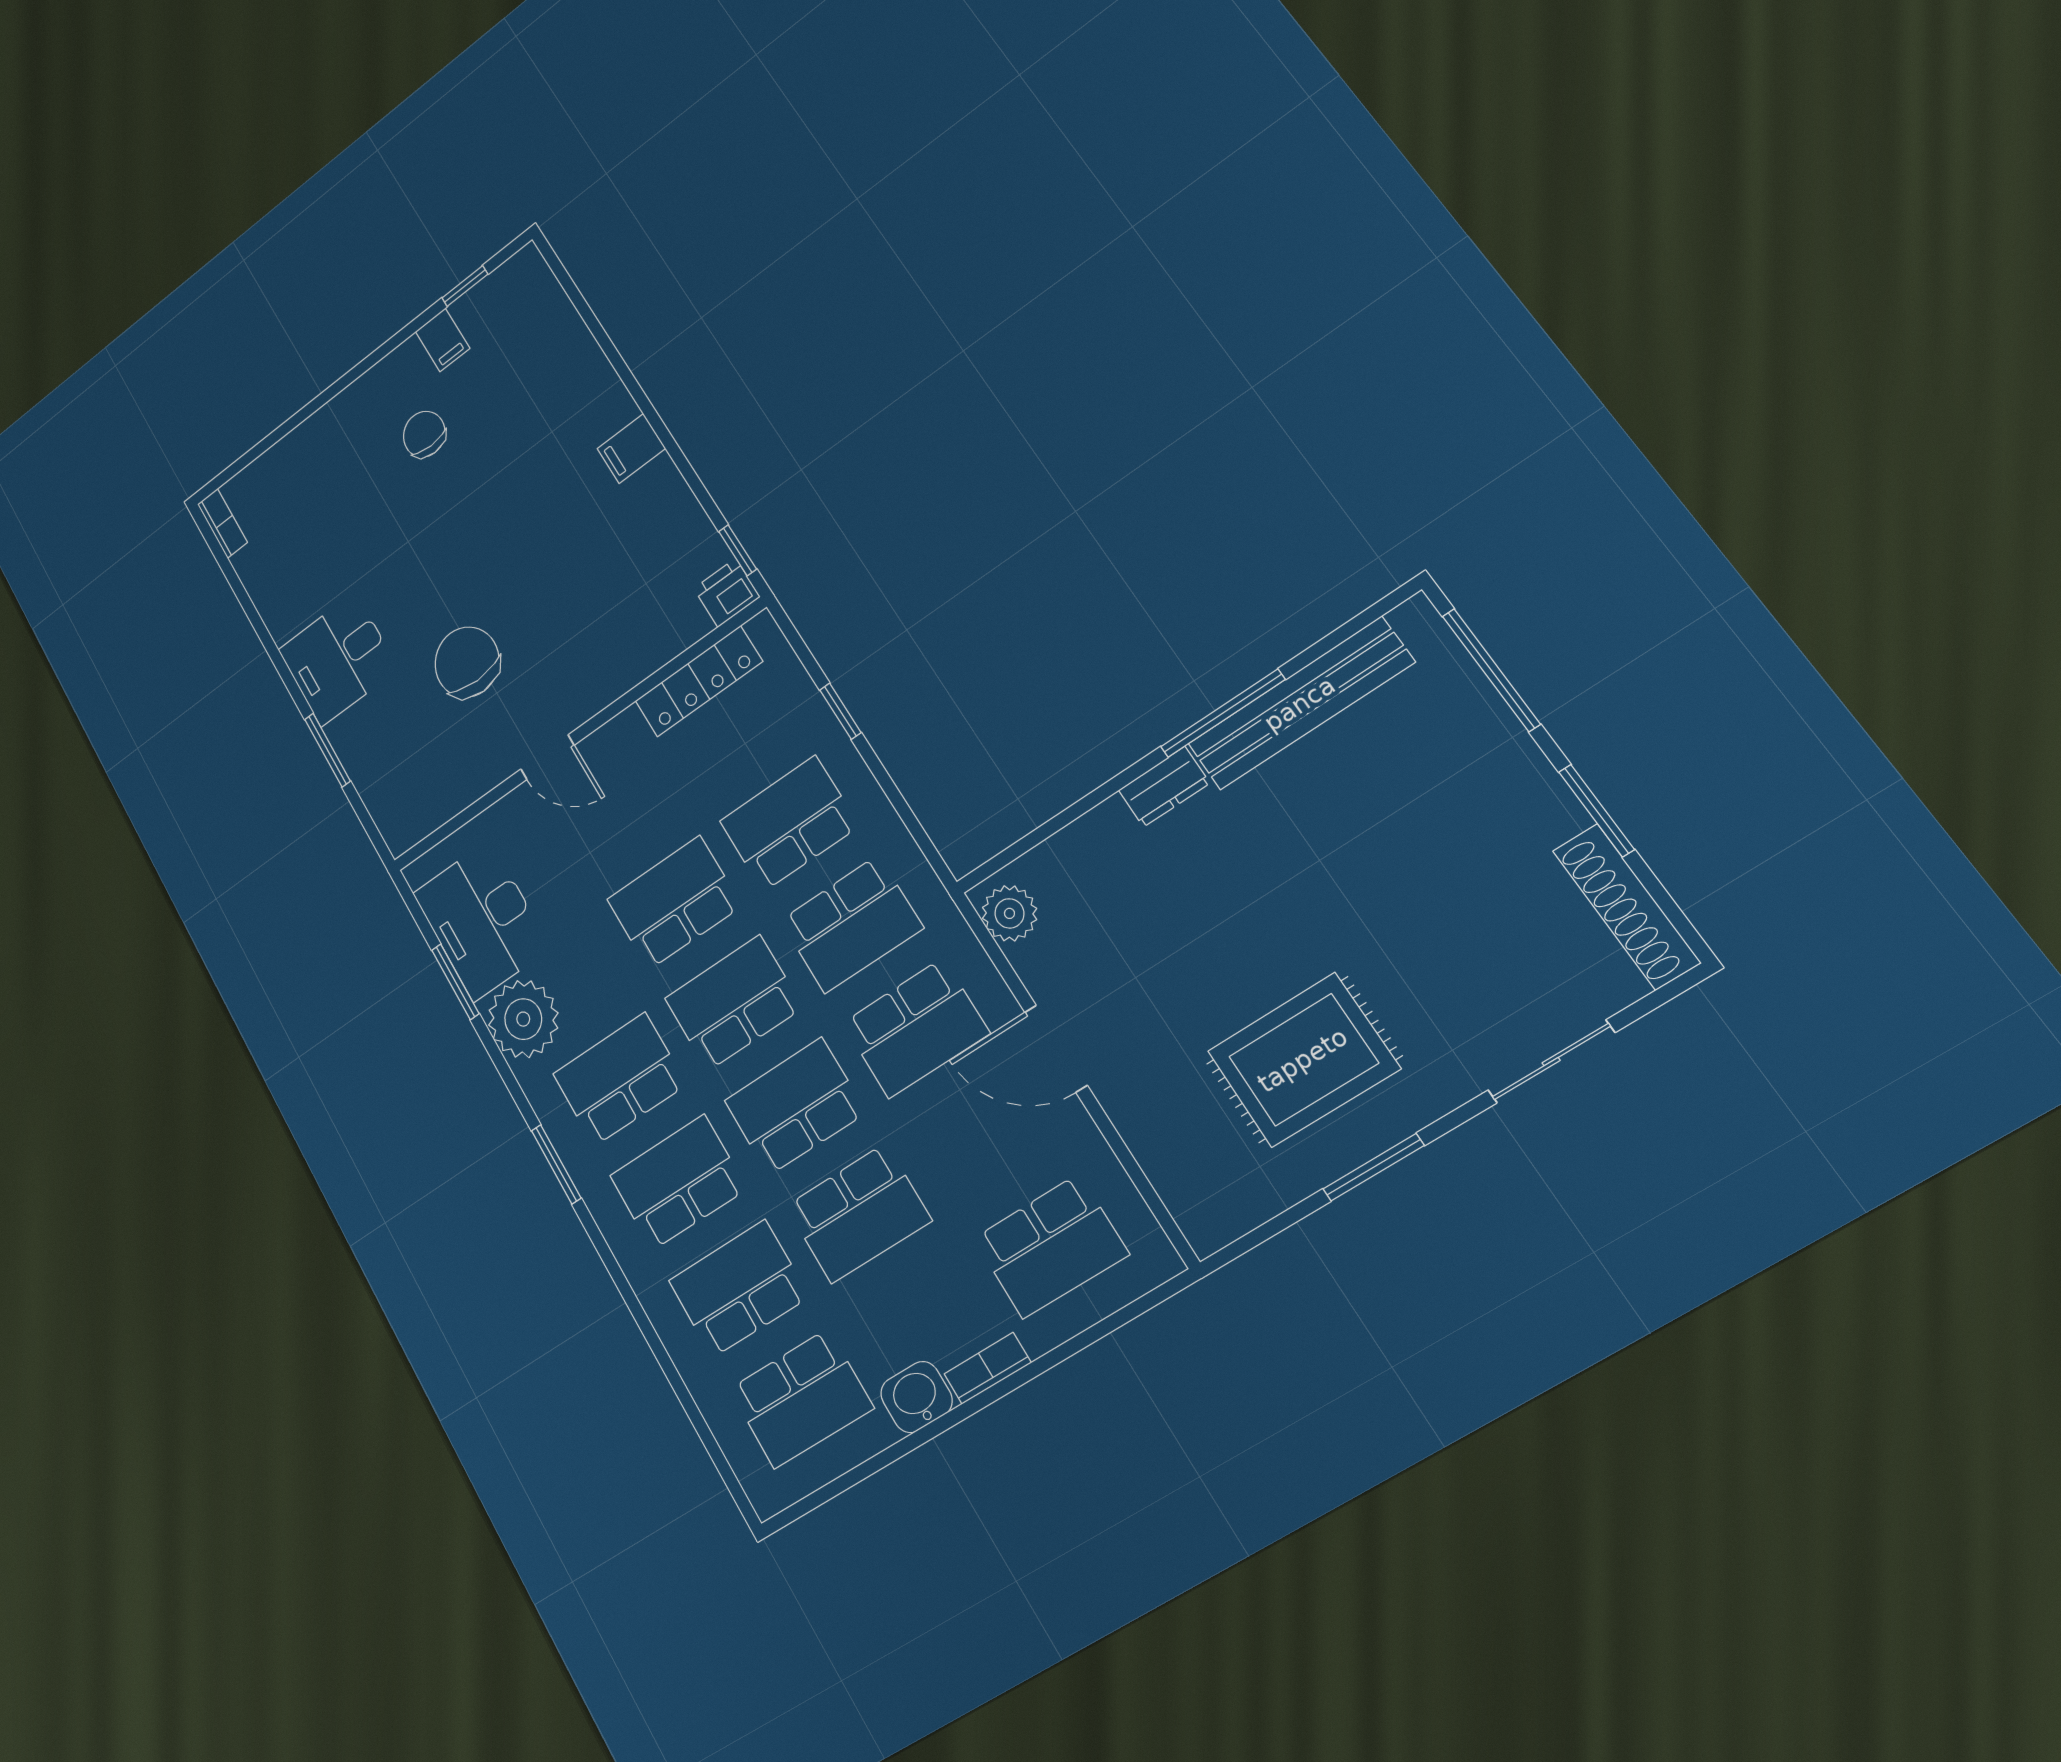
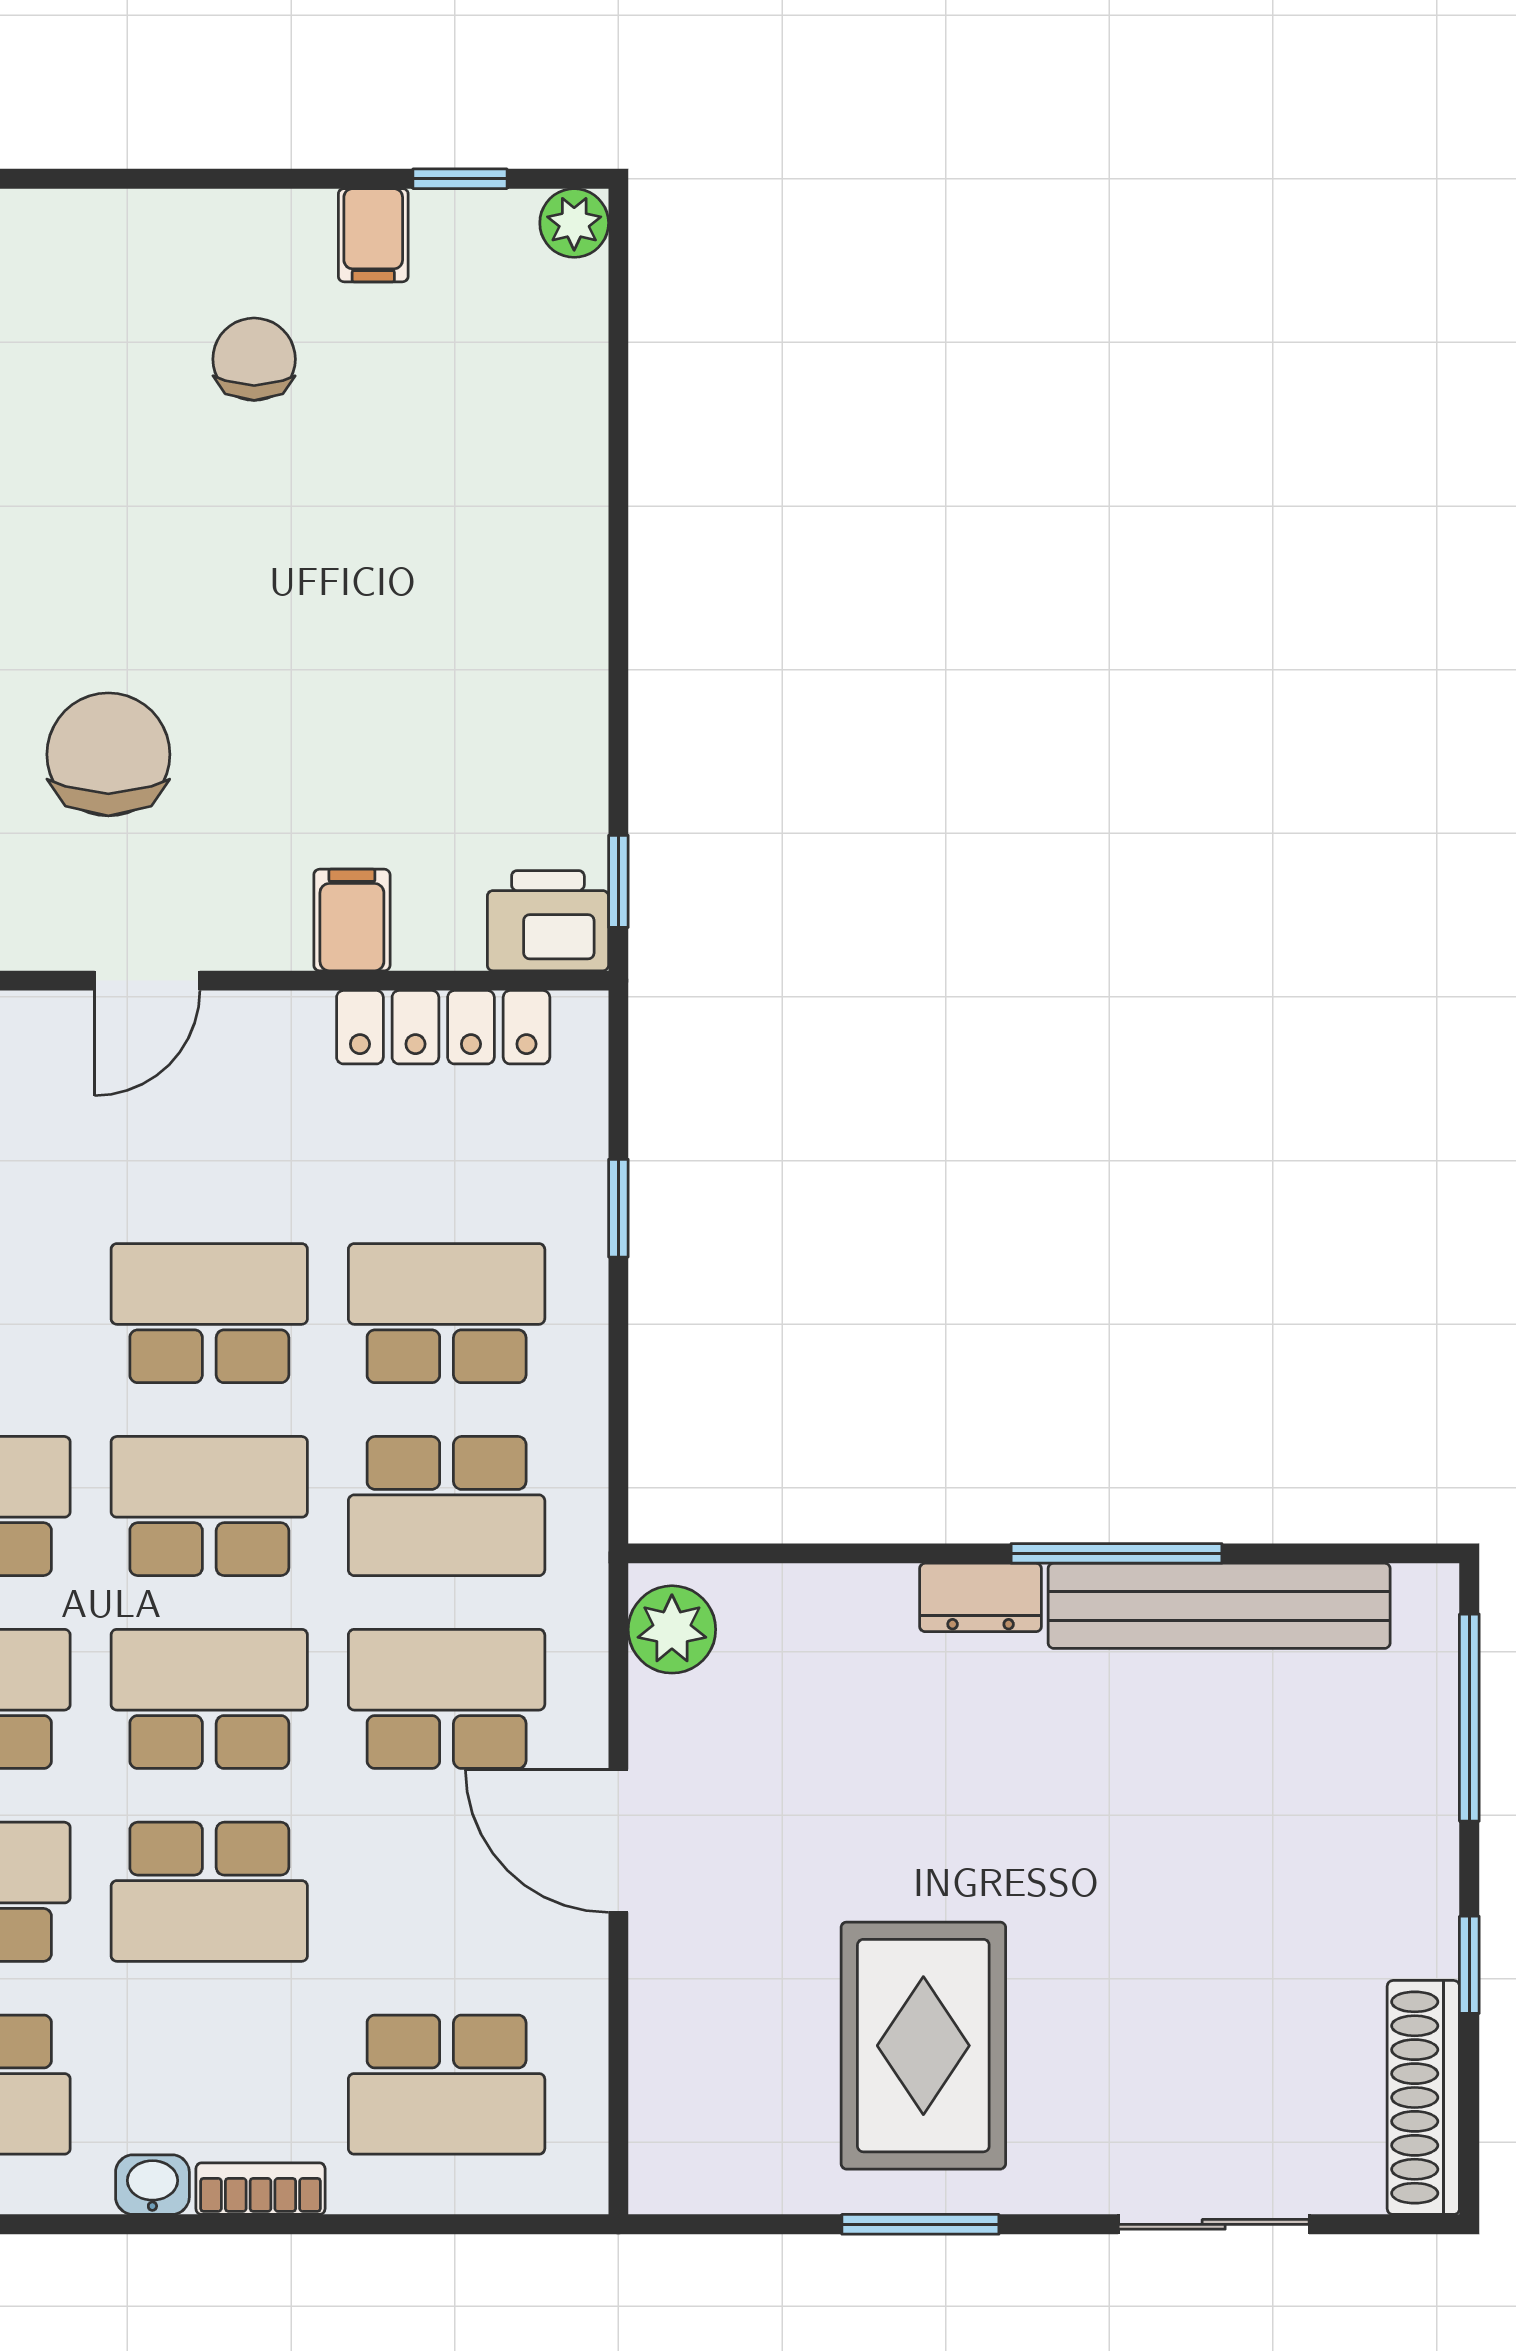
plant: (527, 266) -> (574, 223), added
filing cabinet: (631, 449) -> (352, 920), moved, turned 90
printer: (727, 593) -> (548, 921), width x1.36, depth x1.24
door: (547, 757) -> (147, 981), hinge flipped
window: (1597, 811) -> (1469, 1965), width x0.67
school desk: (916, 1028) -> (447, 1699), turned 180
rug: (1303, 1060) -> (923, 2046), turned 90
washbasin: (916, 1397) -> (152, 2185), width x0.72, depth x0.69

